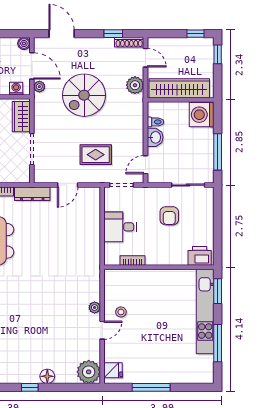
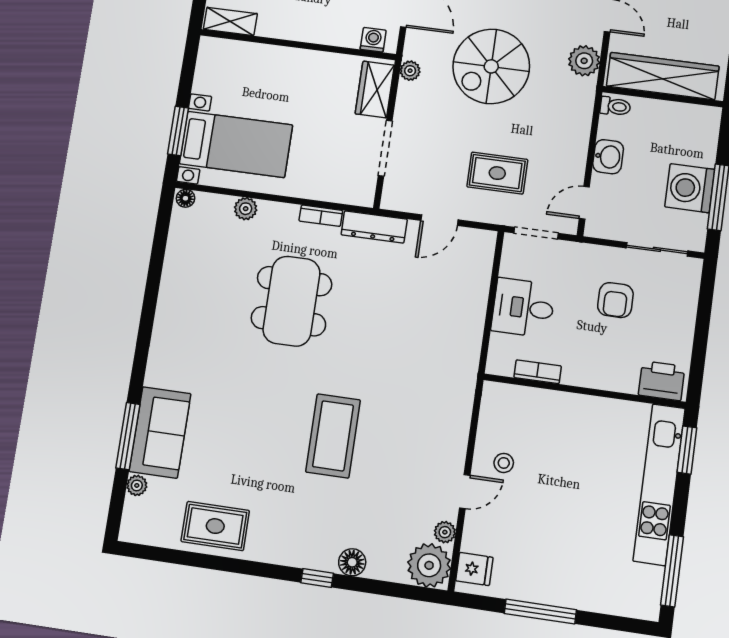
plant: (39, 87) -> (410, 71), moved
washing machine: (202, 115) -> (690, 188), moved
toilet: (155, 122) -> (615, 106), moved
plant: (95, 308) -> (445, 532), moved
coffee table: (27, 311) -> (333, 436), added
window: (218, 343) -> (672, 571), moved

